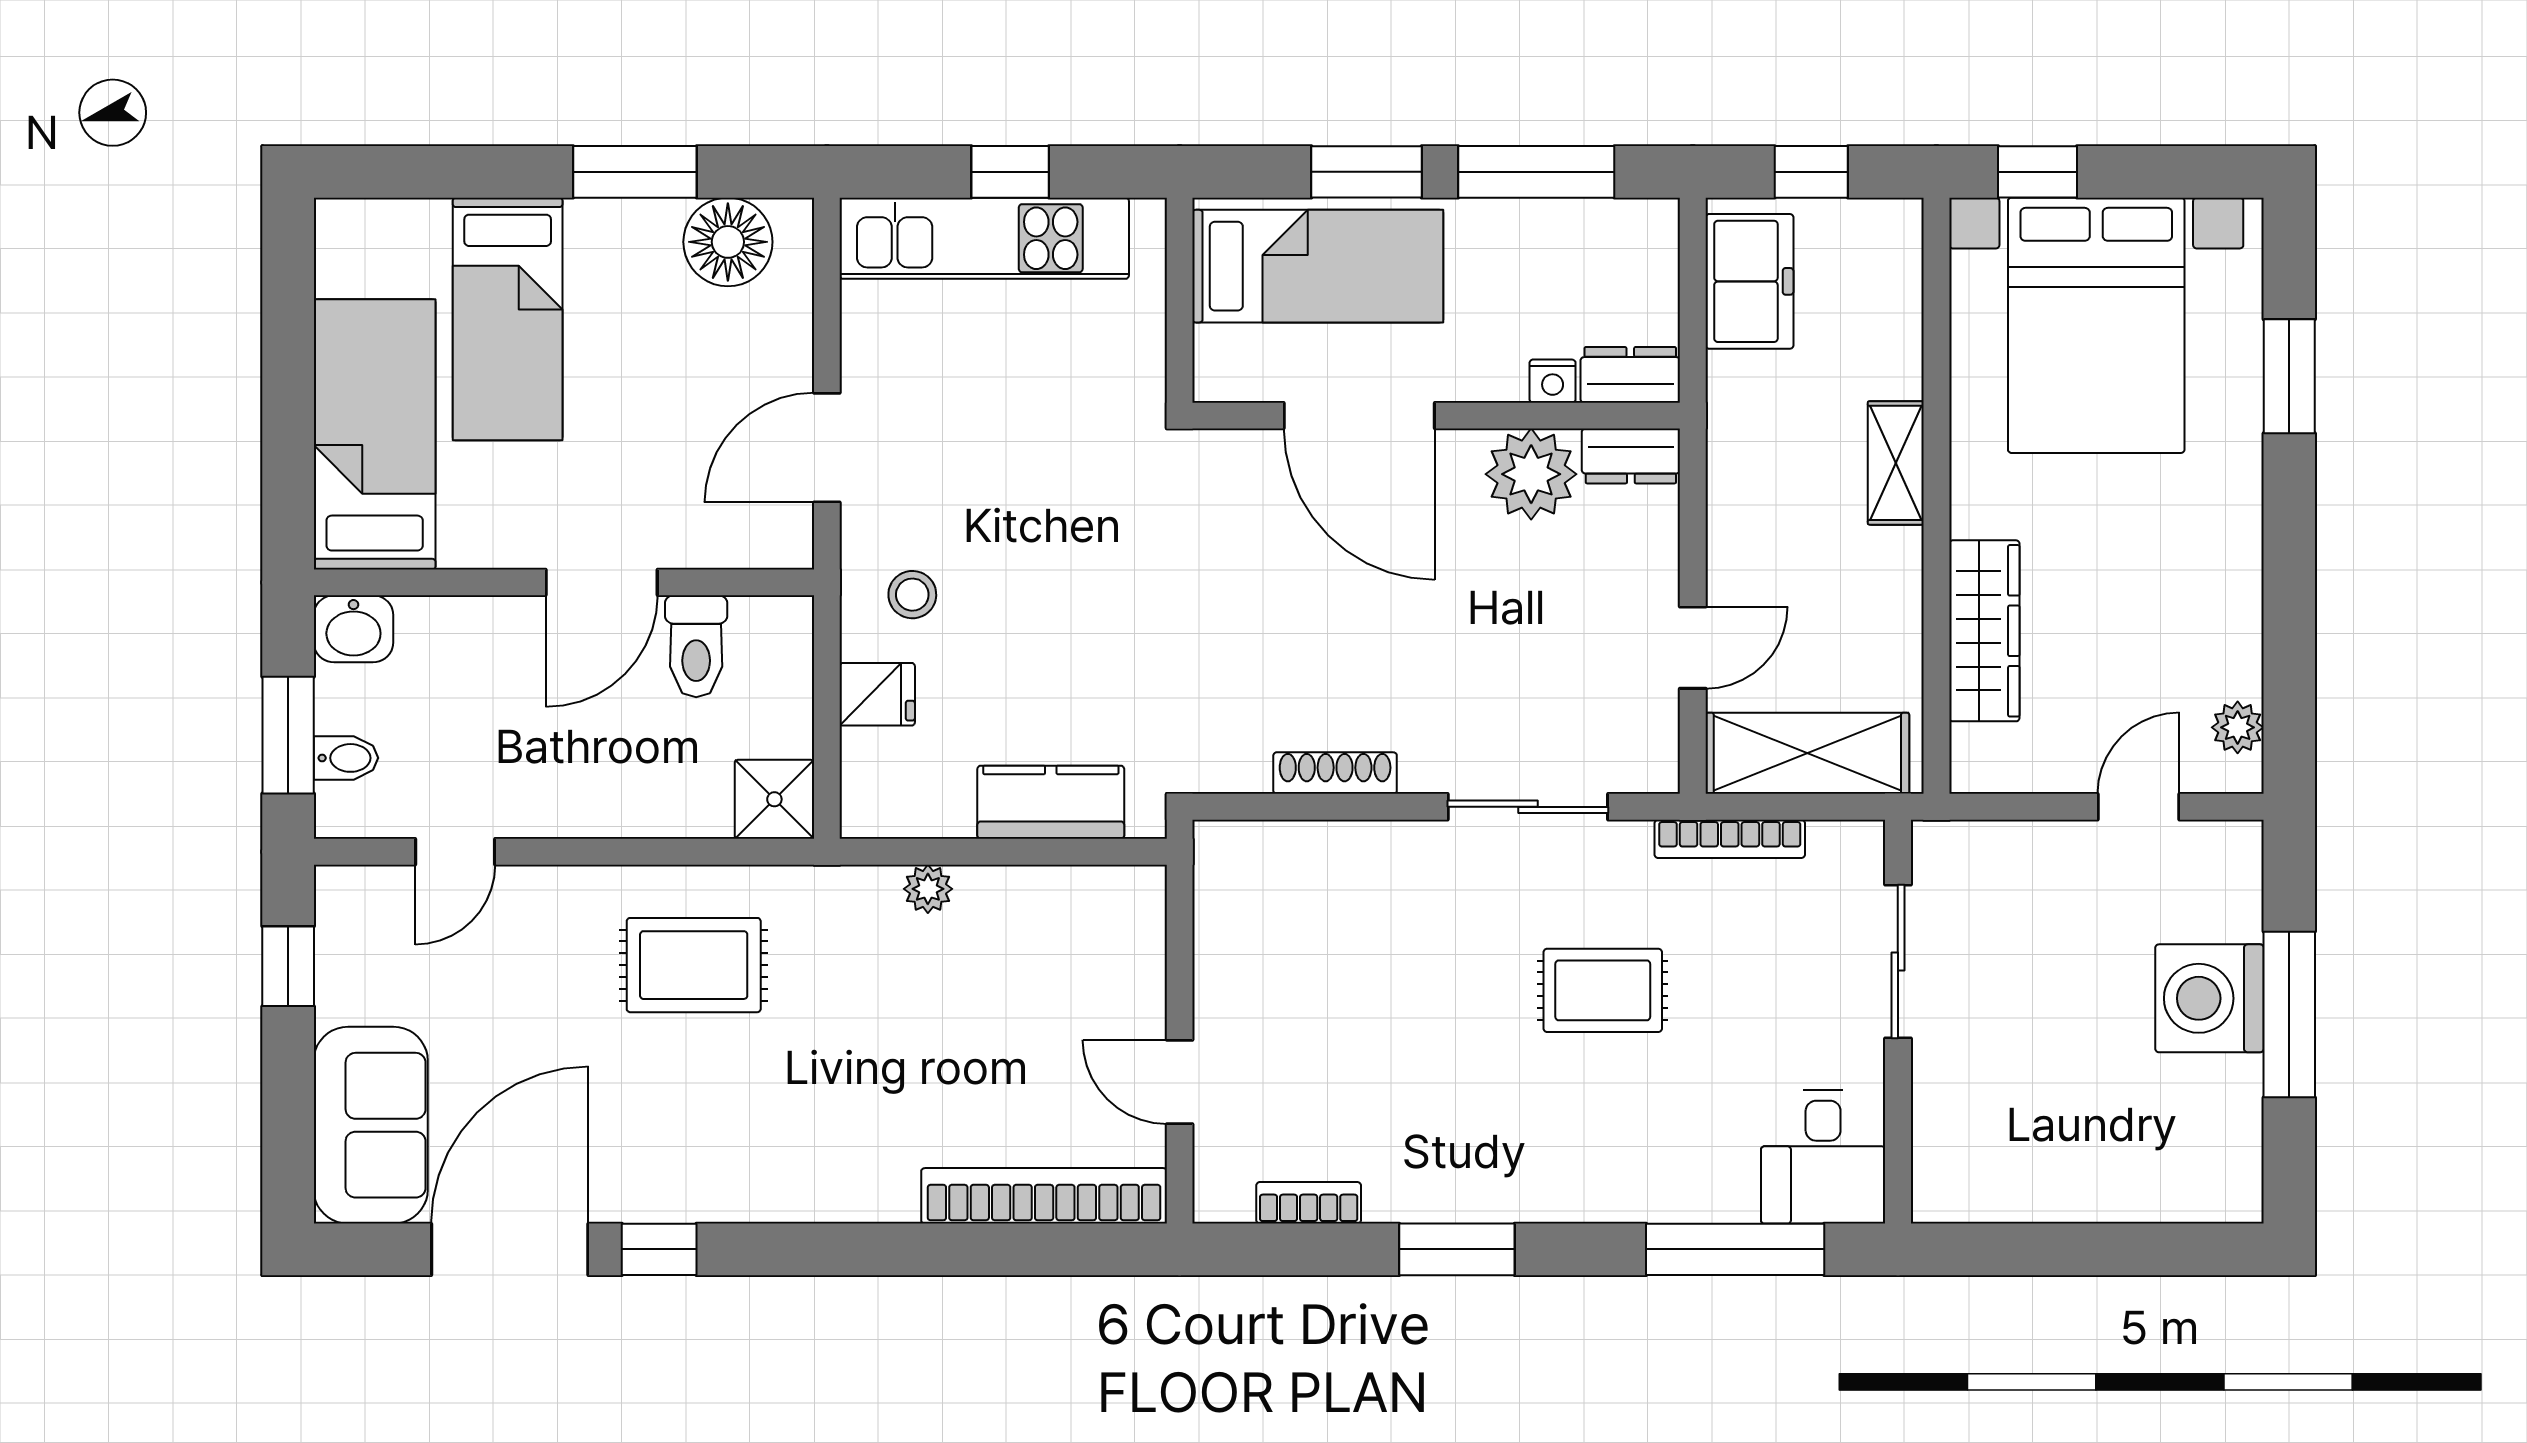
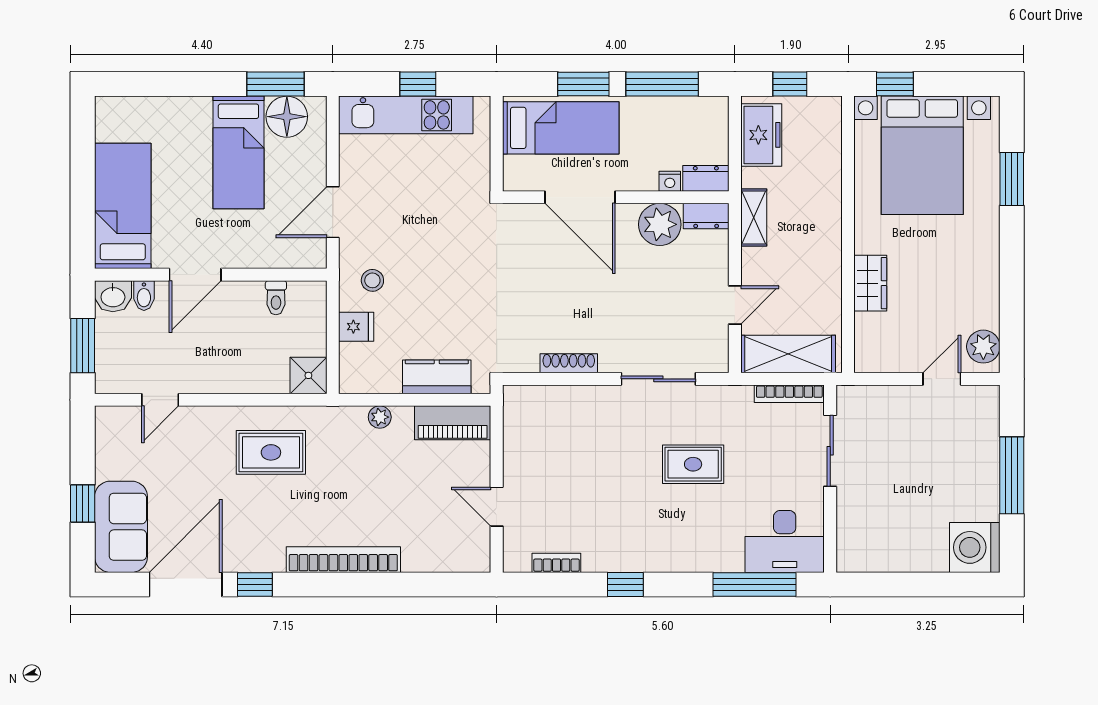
window: (635, 172) -> (275, 84), moved
bed: (508, 319) -> (238, 152), moved
shelving: (1896, 463) -> (754, 217), moved
door: (602, 582) -> (195, 275), moved
wardrobe: (1984, 631) -> (870, 283), width x0.67
toilet: (696, 646) -> (276, 298), width x0.73, depth x0.72
plant: (2238, 727) -> (983, 347), width x1.38, depth x1.38
bidet: (346, 758) -> (144, 296), moved, turned 90
bookcase: (1730, 839) -> (789, 394), moved
piano: (1085, 901) -> (453, 423), added
window: (288, 966) -> (83, 503), moved
washing machine: (2209, 998) -> (975, 547), moved
desk: (1823, 1157) -> (785, 541), width x1.37
bookcase: (1044, 1196) -> (343, 560), moved
window: (1457, 1249) -> (625, 584), width x0.67

